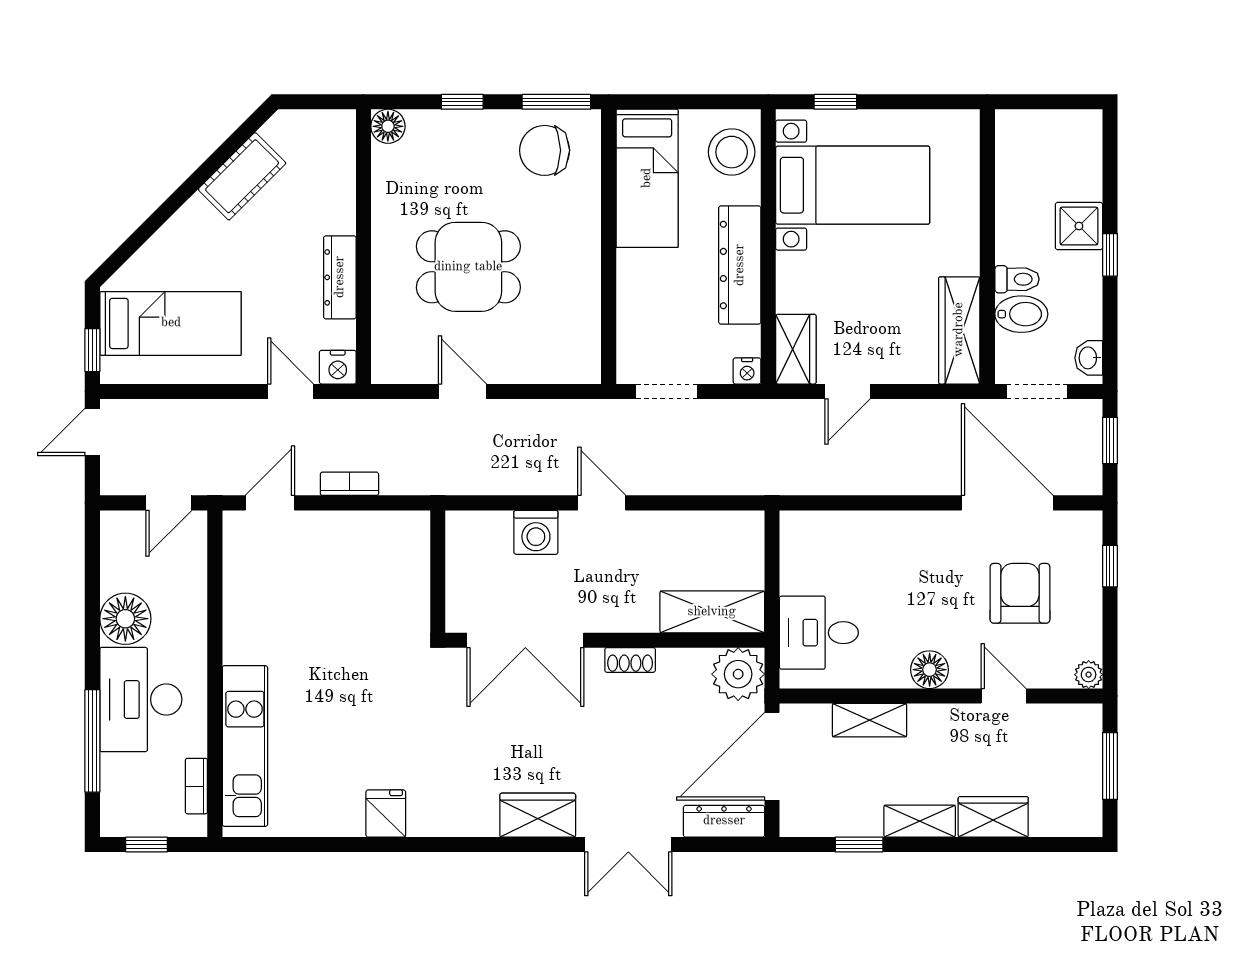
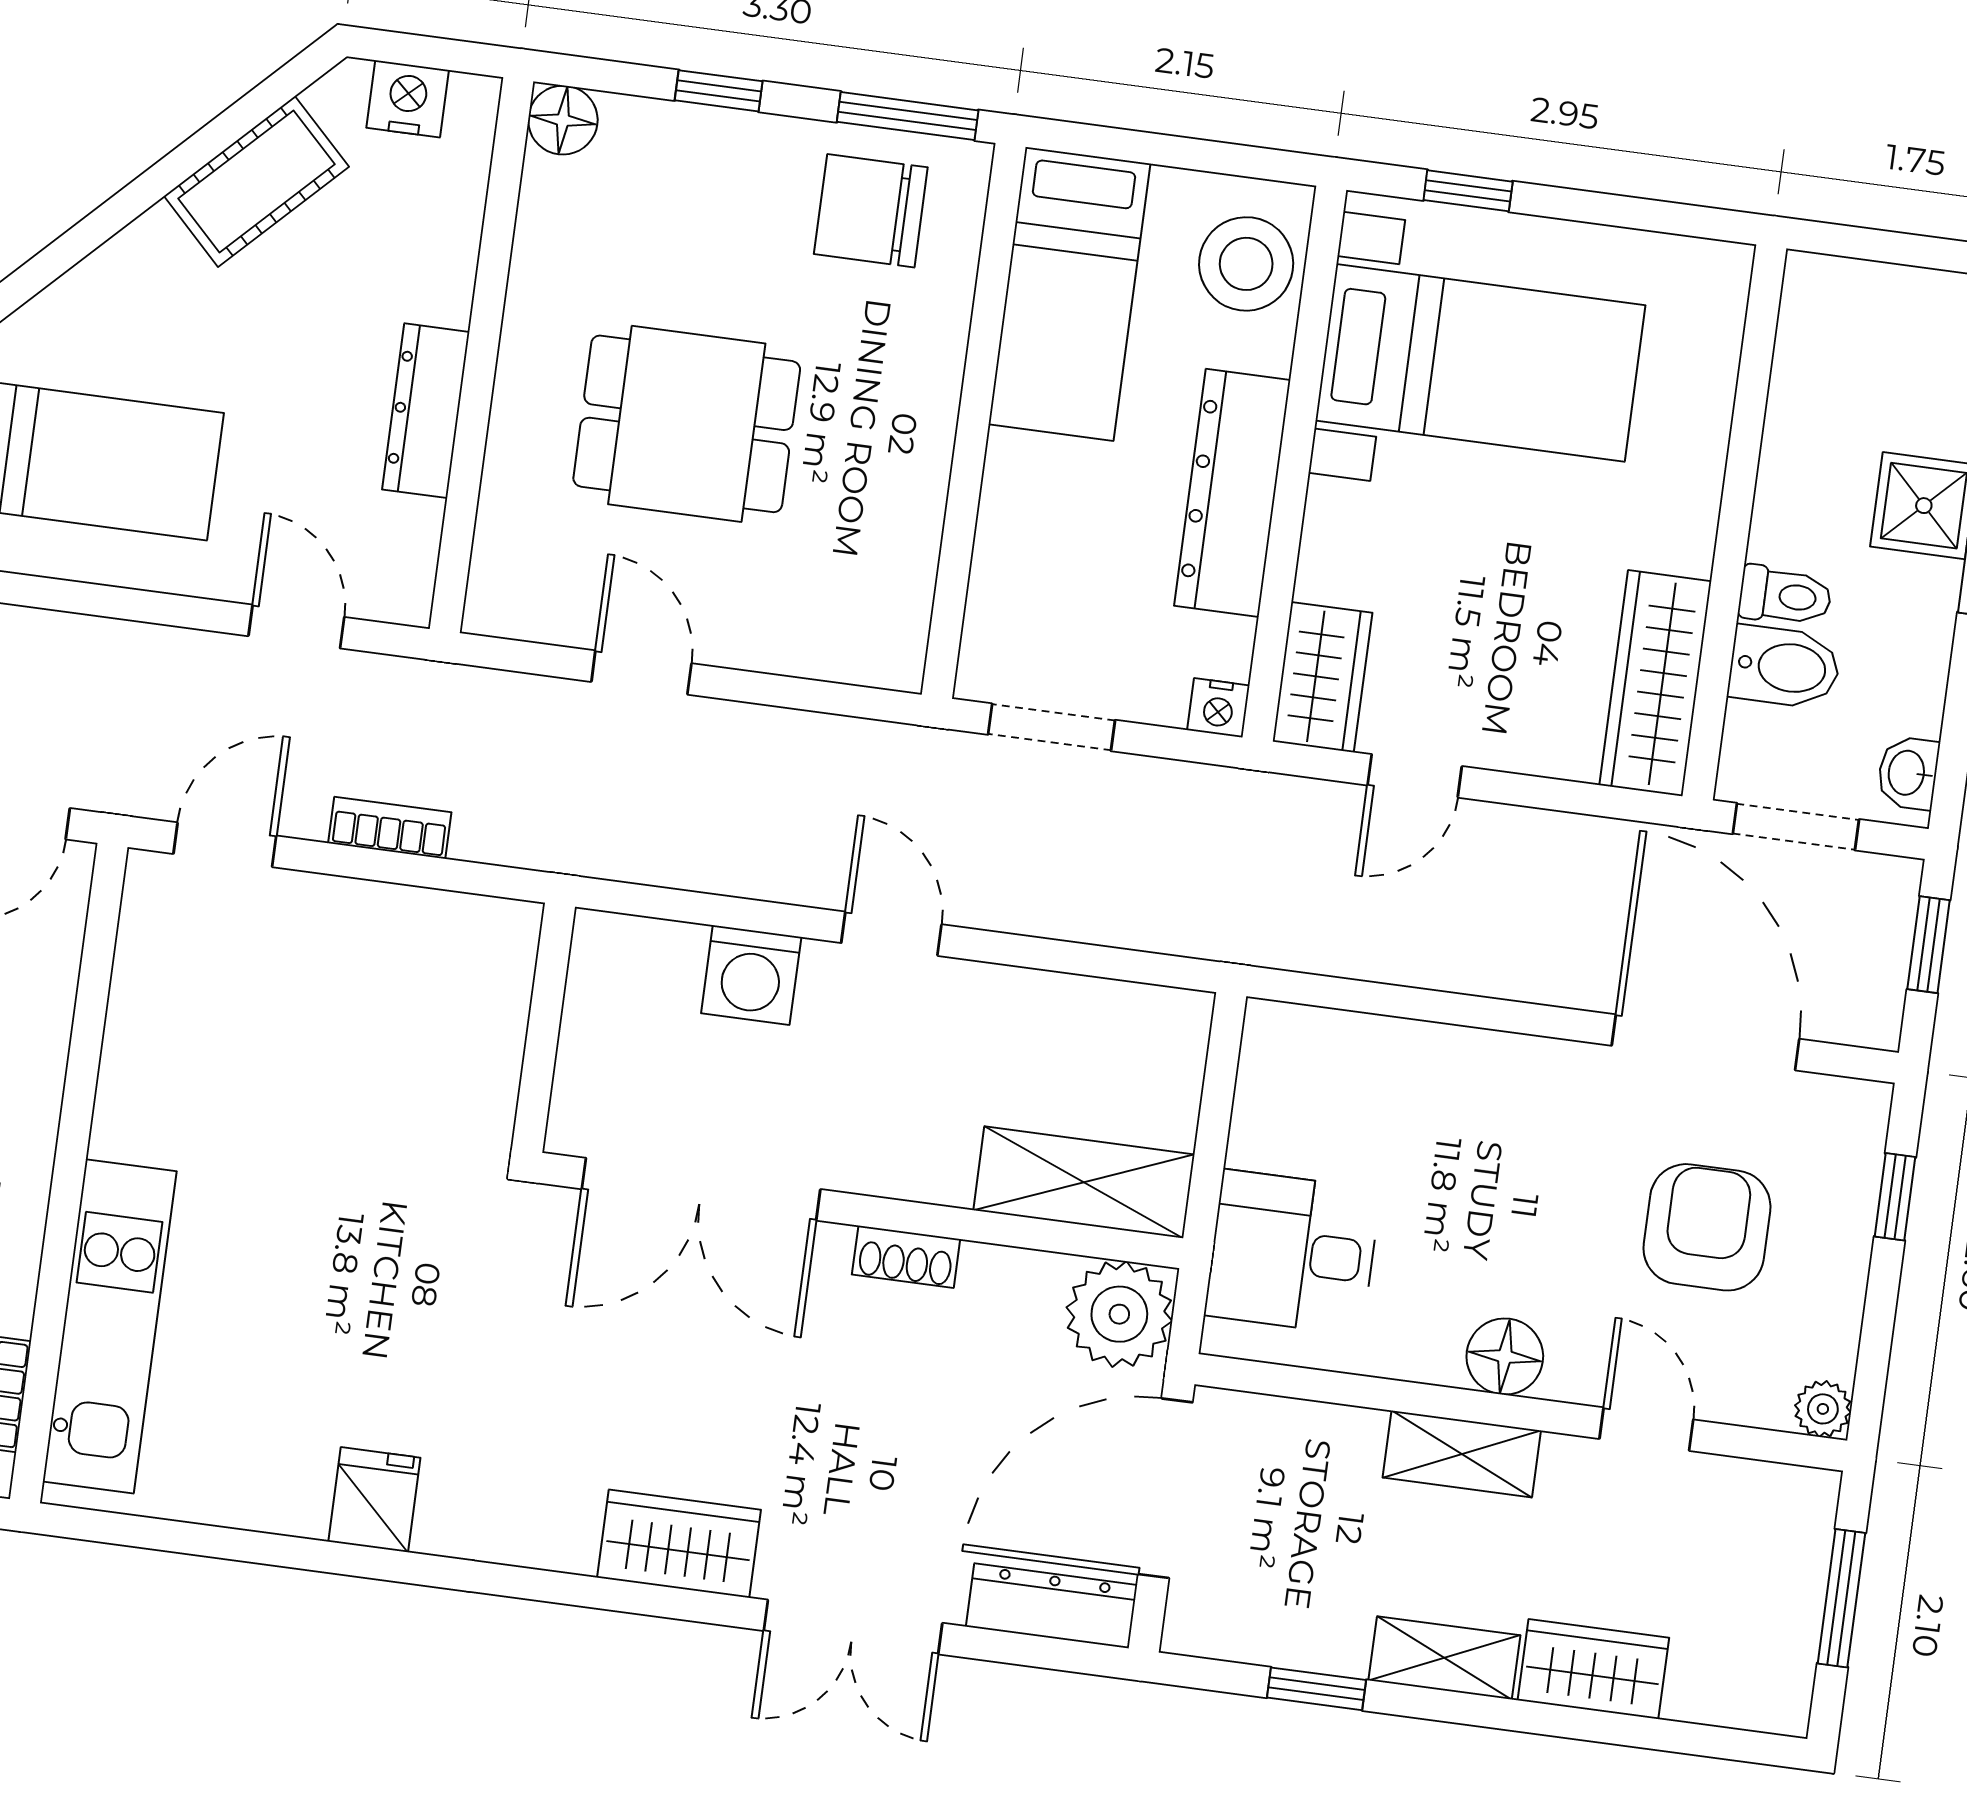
nightstand: (338, 367) -> (408, 99), moved, turned 180
shelving: (870, 720) -> (1462, 1454), moved

